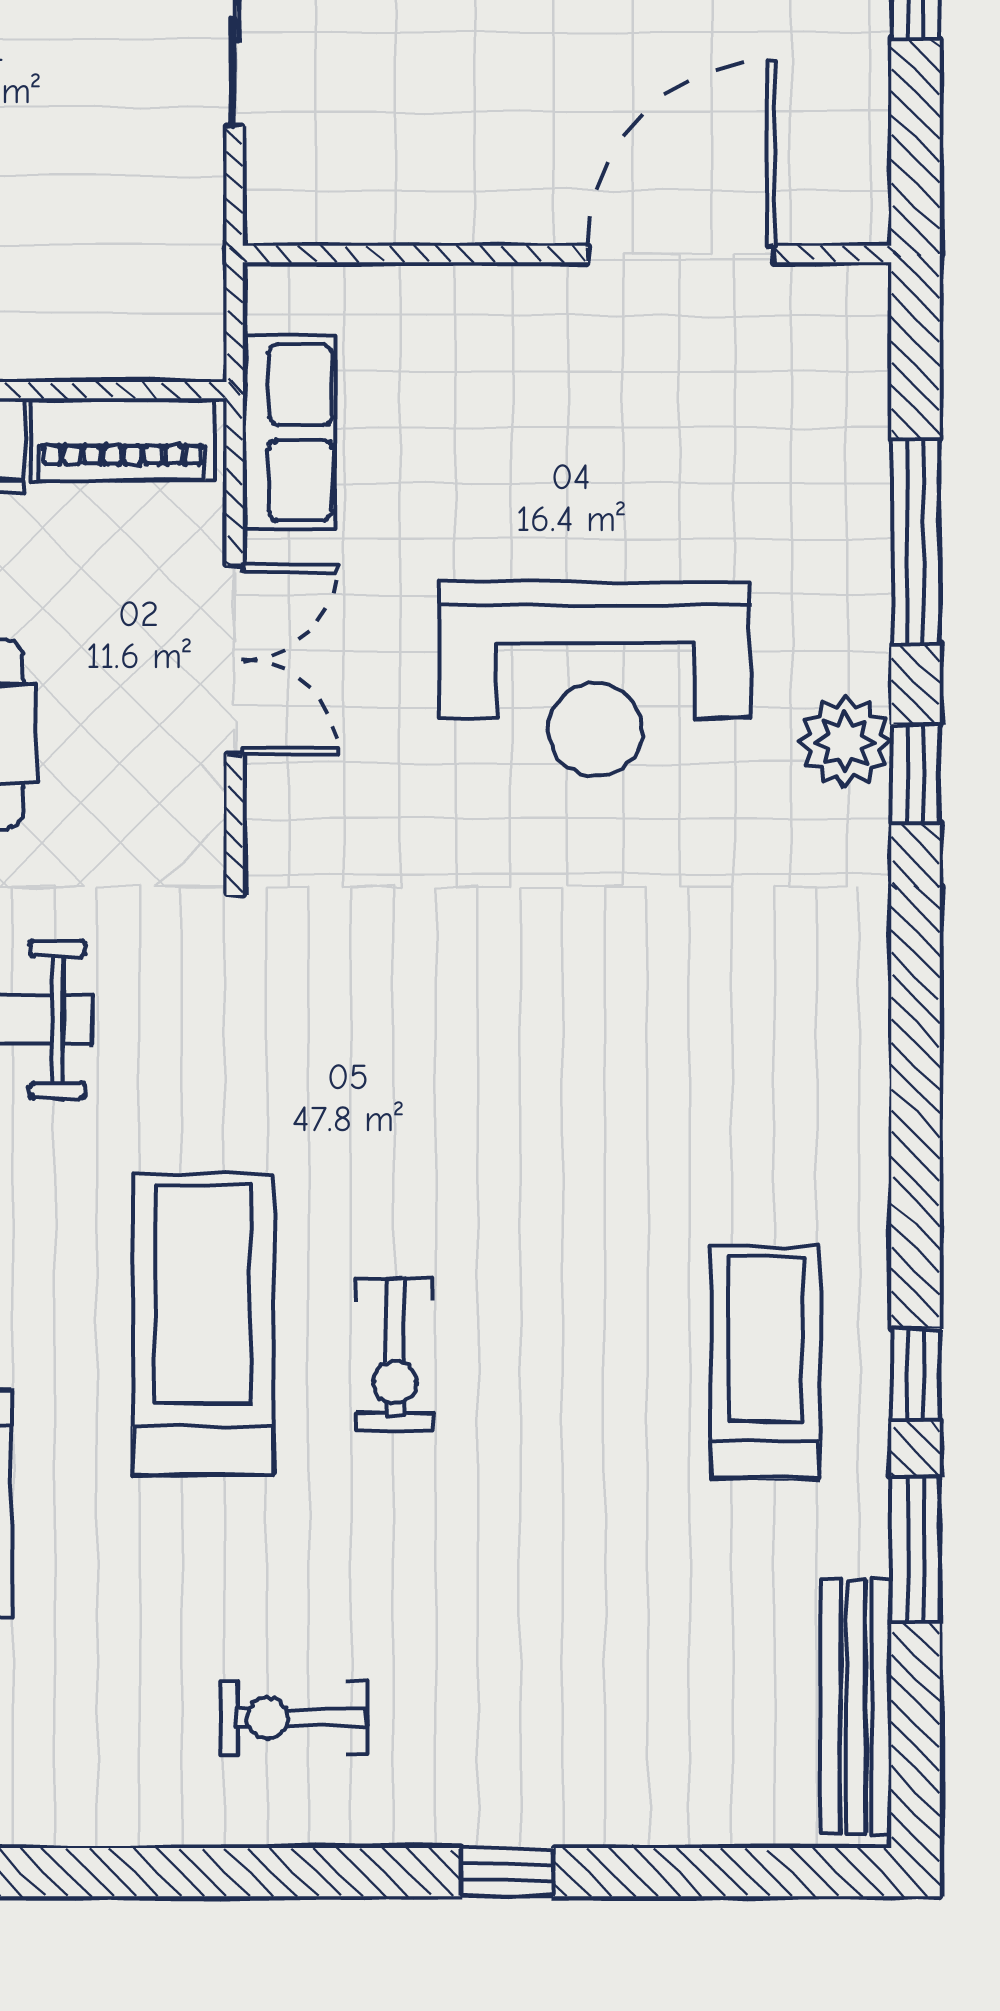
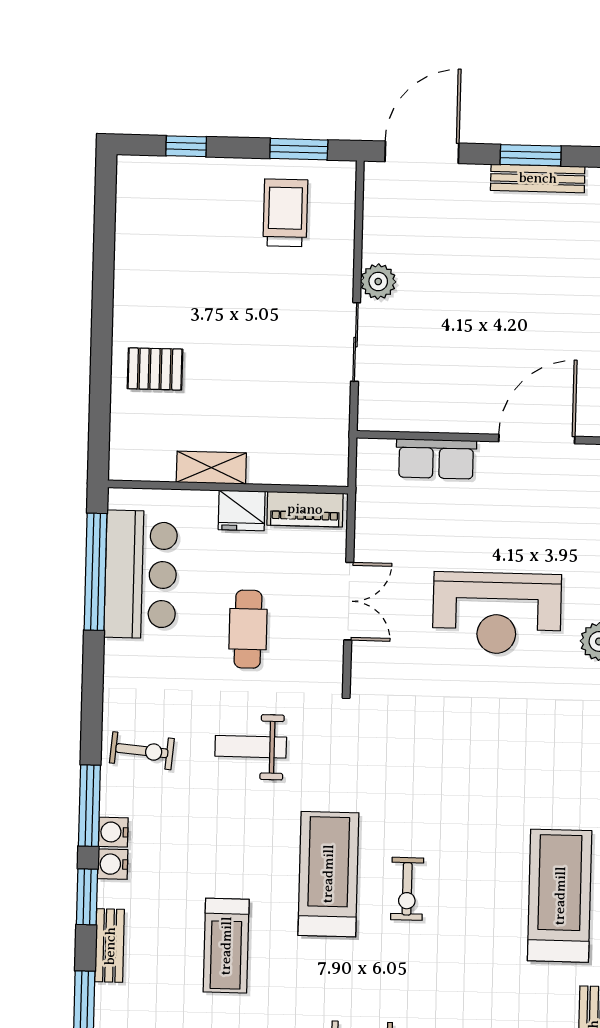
row of seats: (289, 433) -> (436, 459), moved, turned 90
treadmill: (766, 1362) -> (560, 896), width x1.37, depth x1.38

